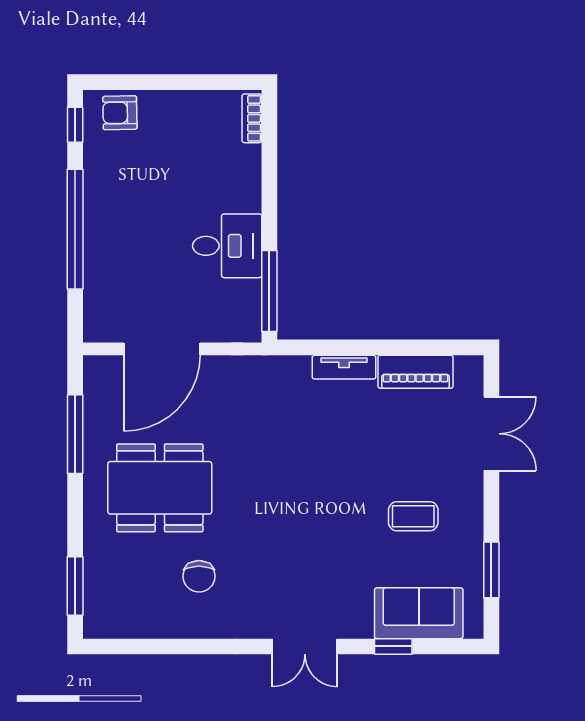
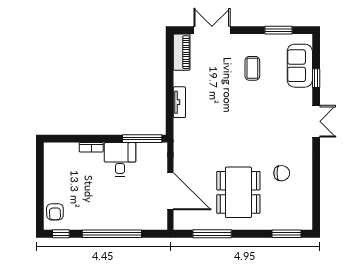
bookcase: (252, 118) -> (91, 147), moved
piano: (416, 372) -> (182, 52), moved

